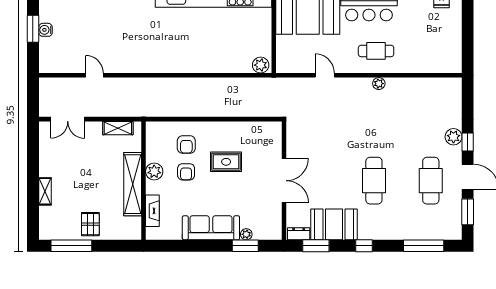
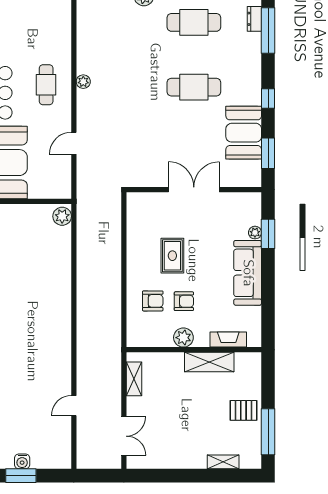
shelving: (133, 184) -> (209, 362), width x0.68
shelving: (45, 191) -> (223, 462), moved
dresser: (299, 234) -> (254, 19), moved

